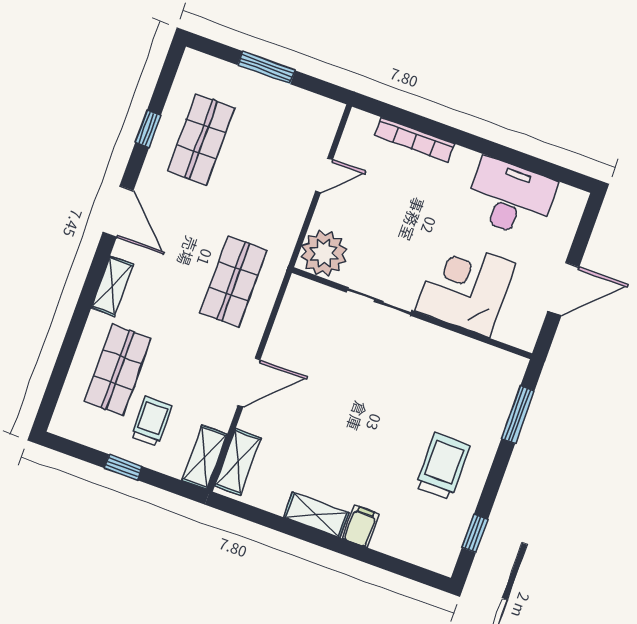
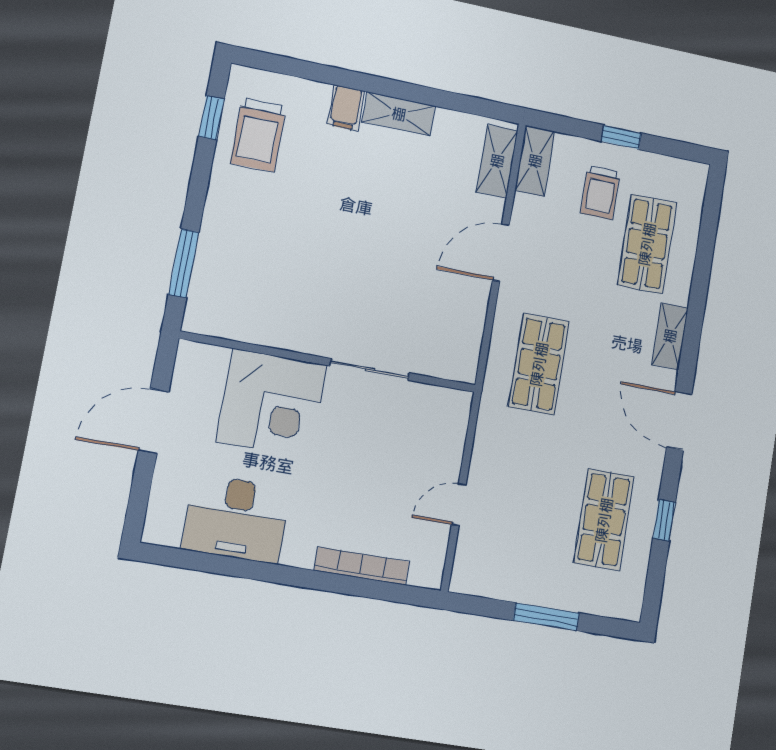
plant: (324, 253) -> (443, 414), removed
trolley: (443, 466) -> (258, 135), moved

